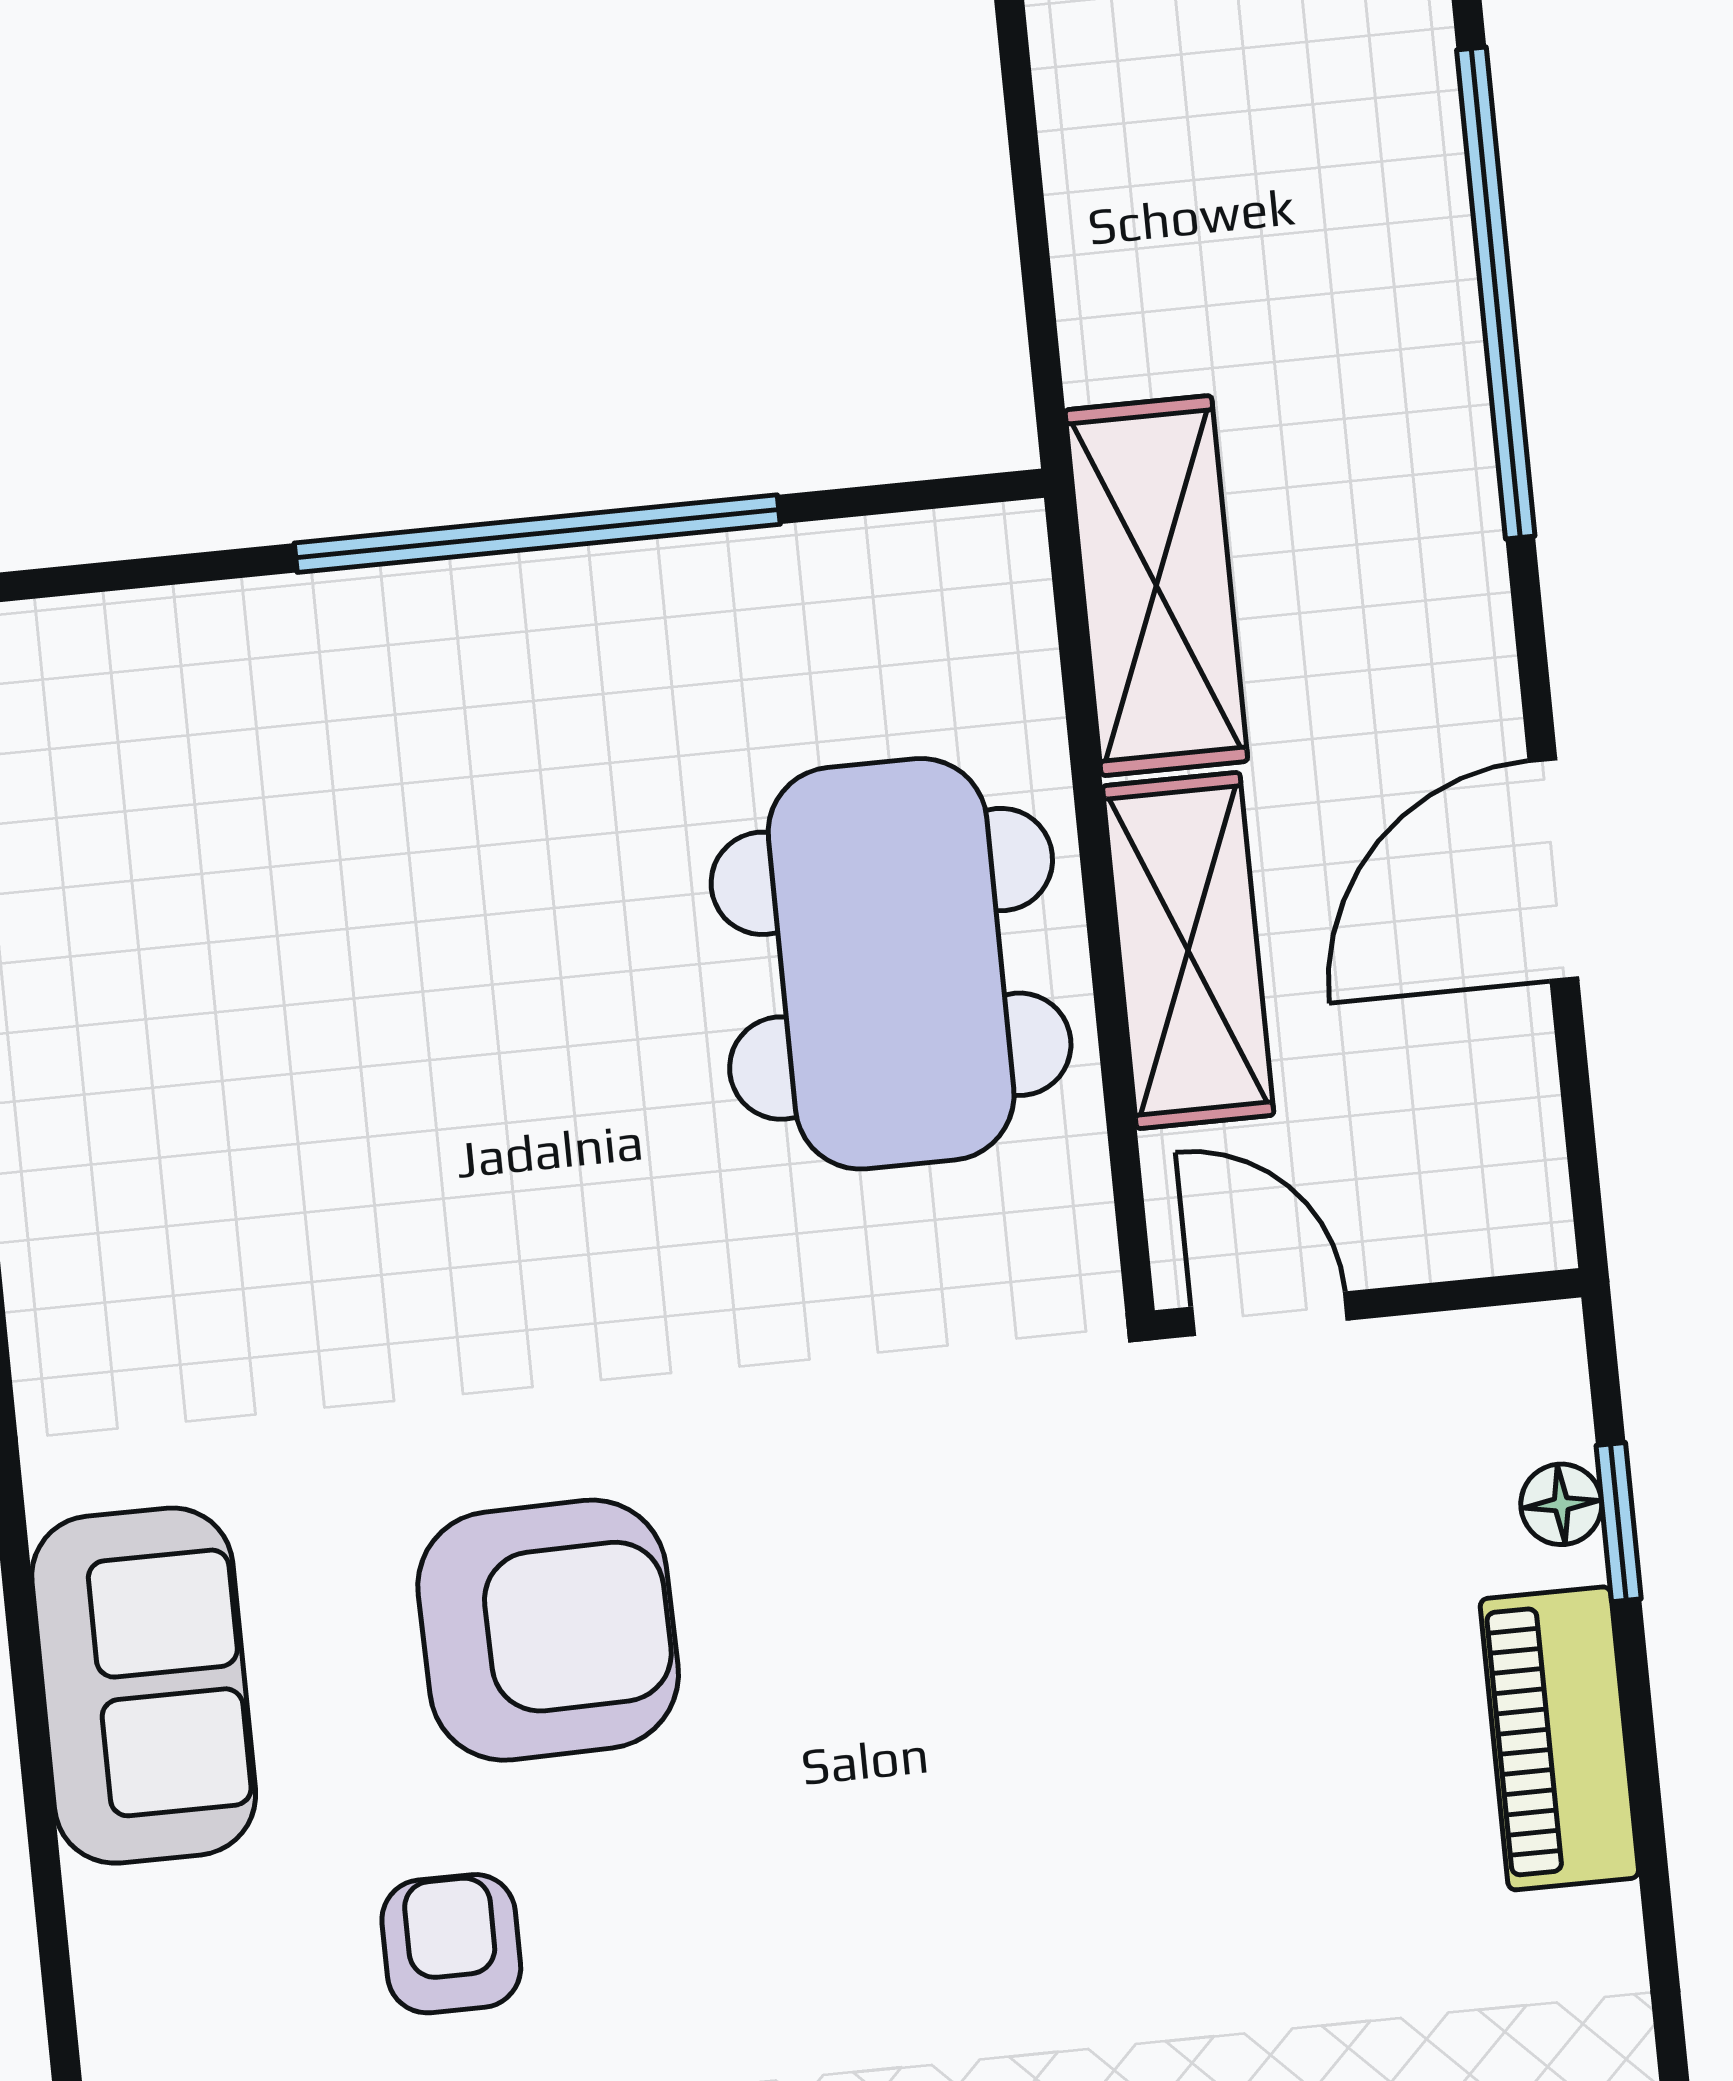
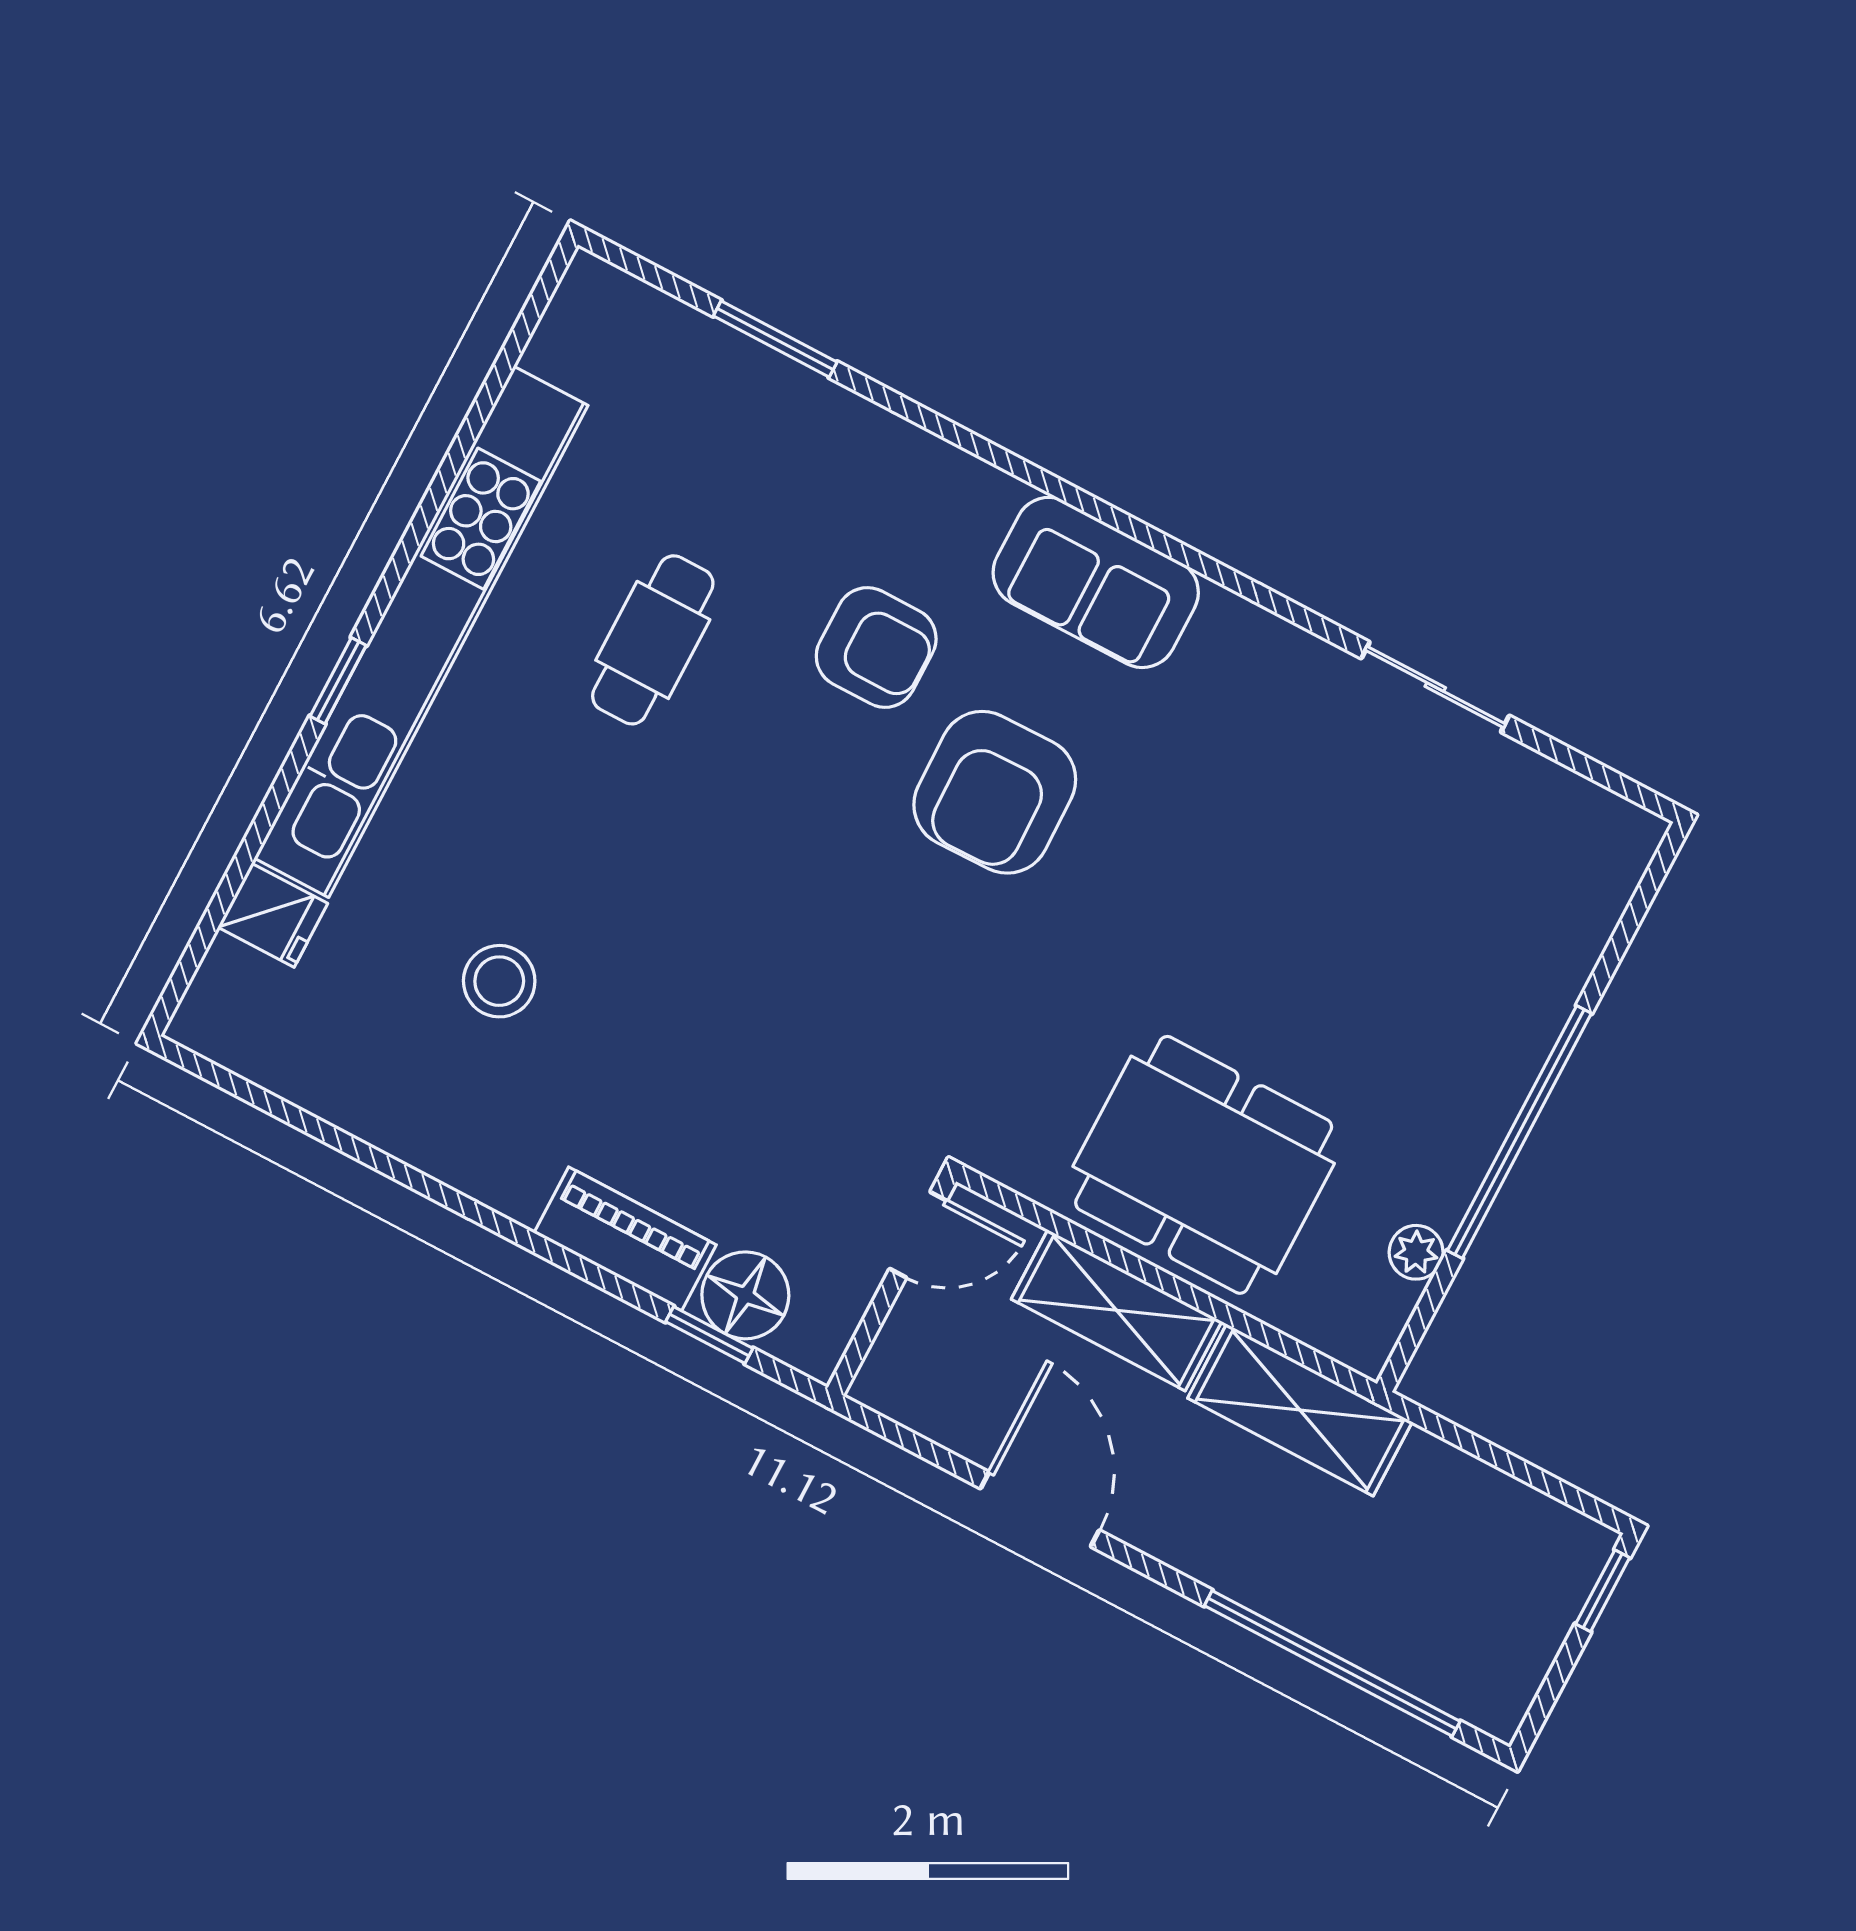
plant: (813, 568) -> (1416, 1252), added
floor lamp: (1561, 1504) -> (745, 1295), width x1.89, depth x1.89
armchair: (451, 1944) -> (876, 647), width x1.38, depth x1.38

